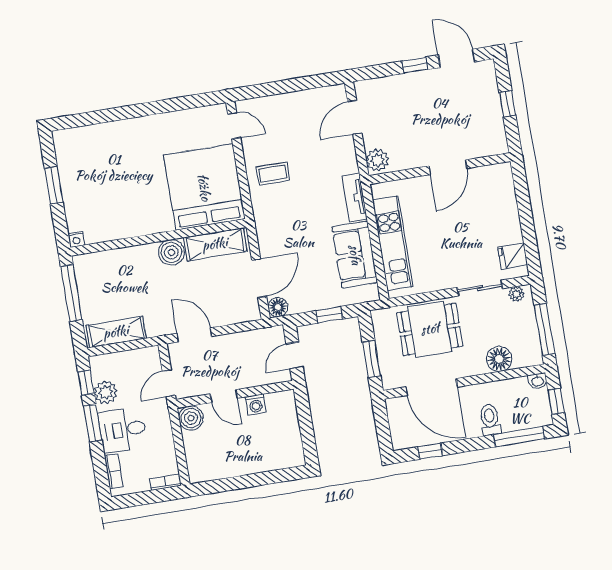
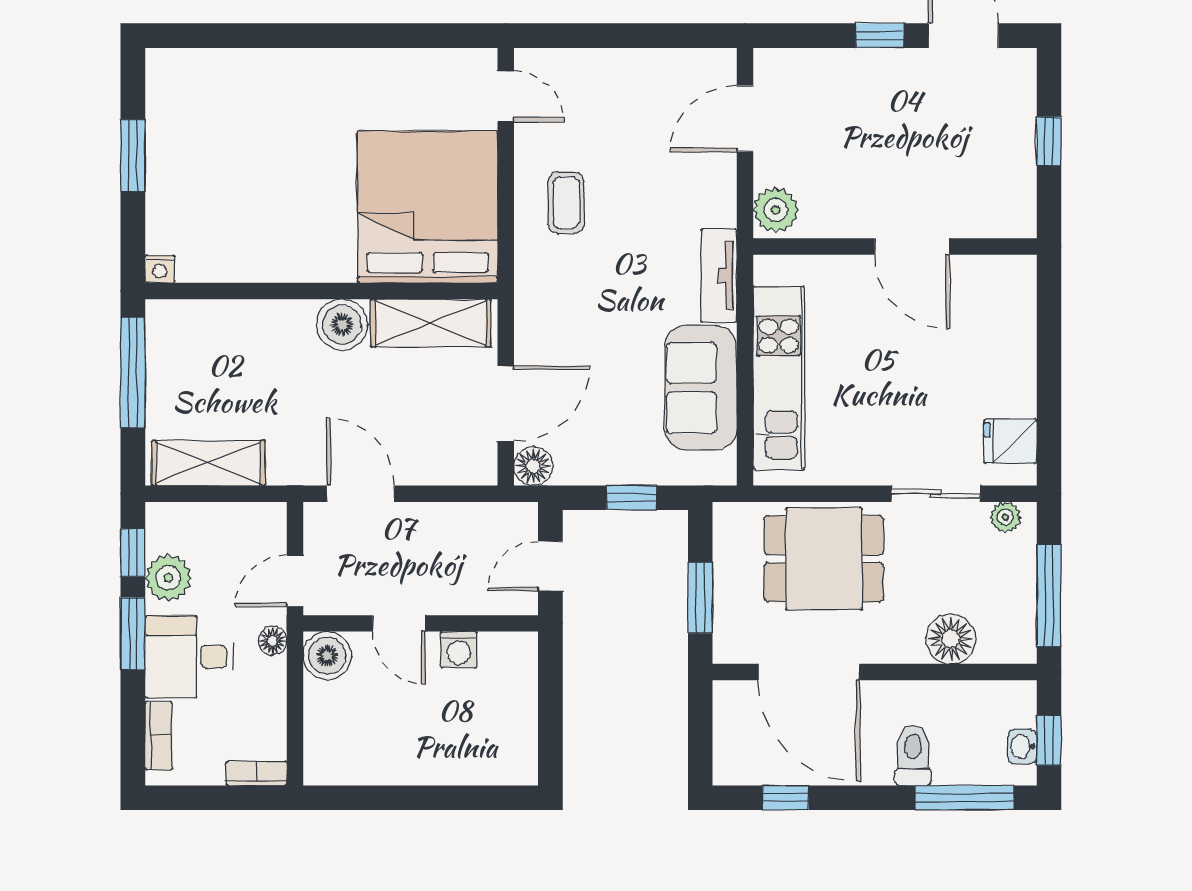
door: (448, 167) -> (912, 246), hinge flipped
coffee table: (273, 174) -> (566, 203), turned 90
washbasin: (538, 381) -> (1022, 747), moved, turned 90
floor lamp: (163, 415) -> (273, 641), added

